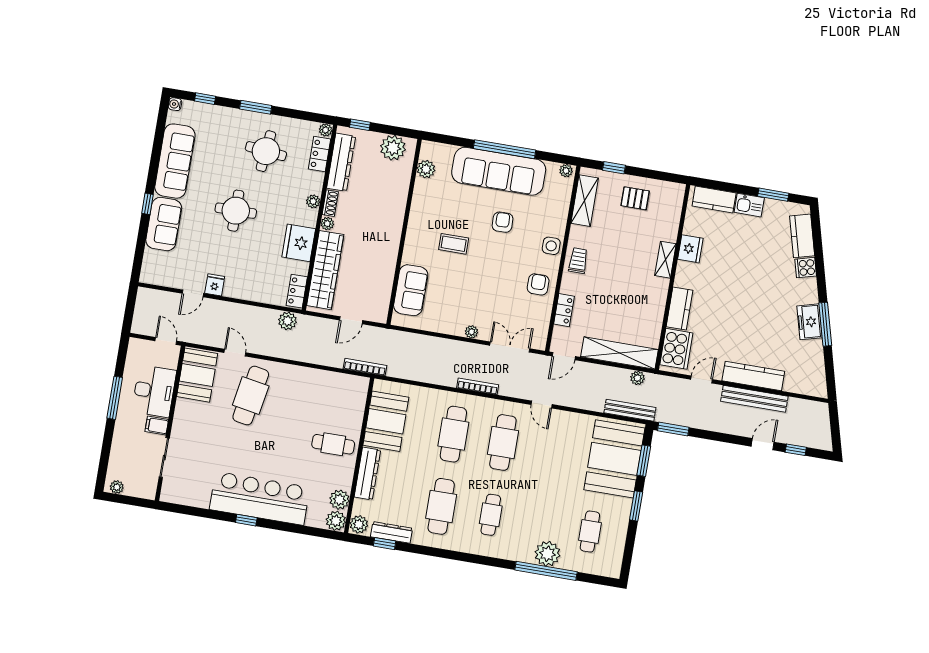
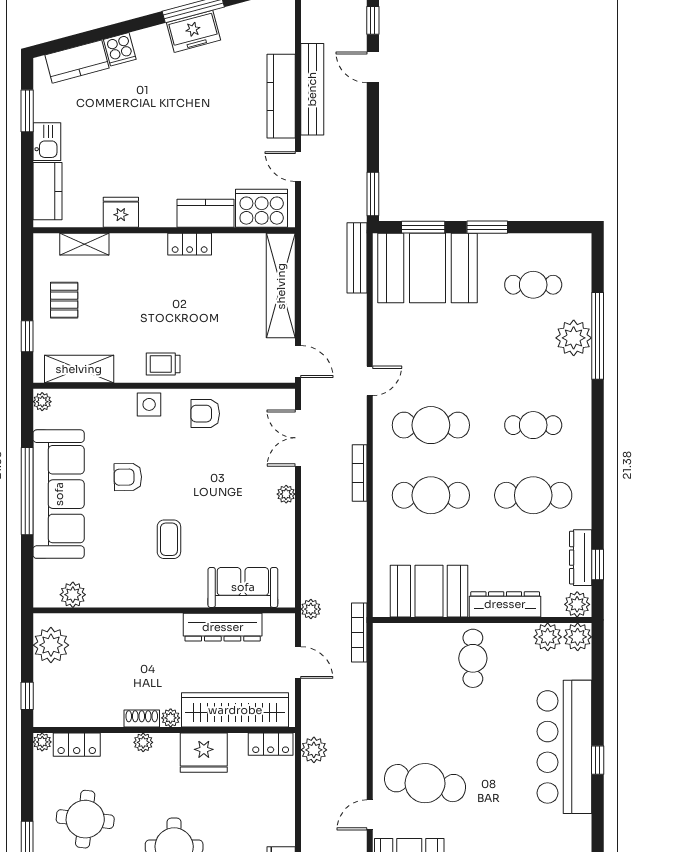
dresser: (341, 162) -> (223, 627), moved, turned 180
shelving: (665, 260) -> (84, 244), moved
locker: (564, 310) -> (190, 244), moved, turned 180
plant: (637, 378) -> (311, 609), moved

